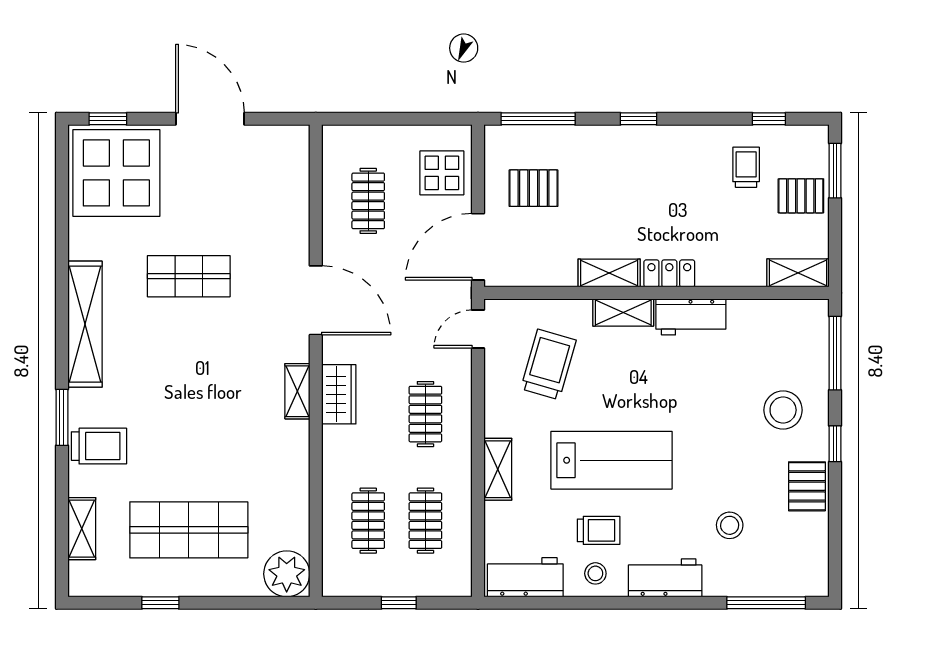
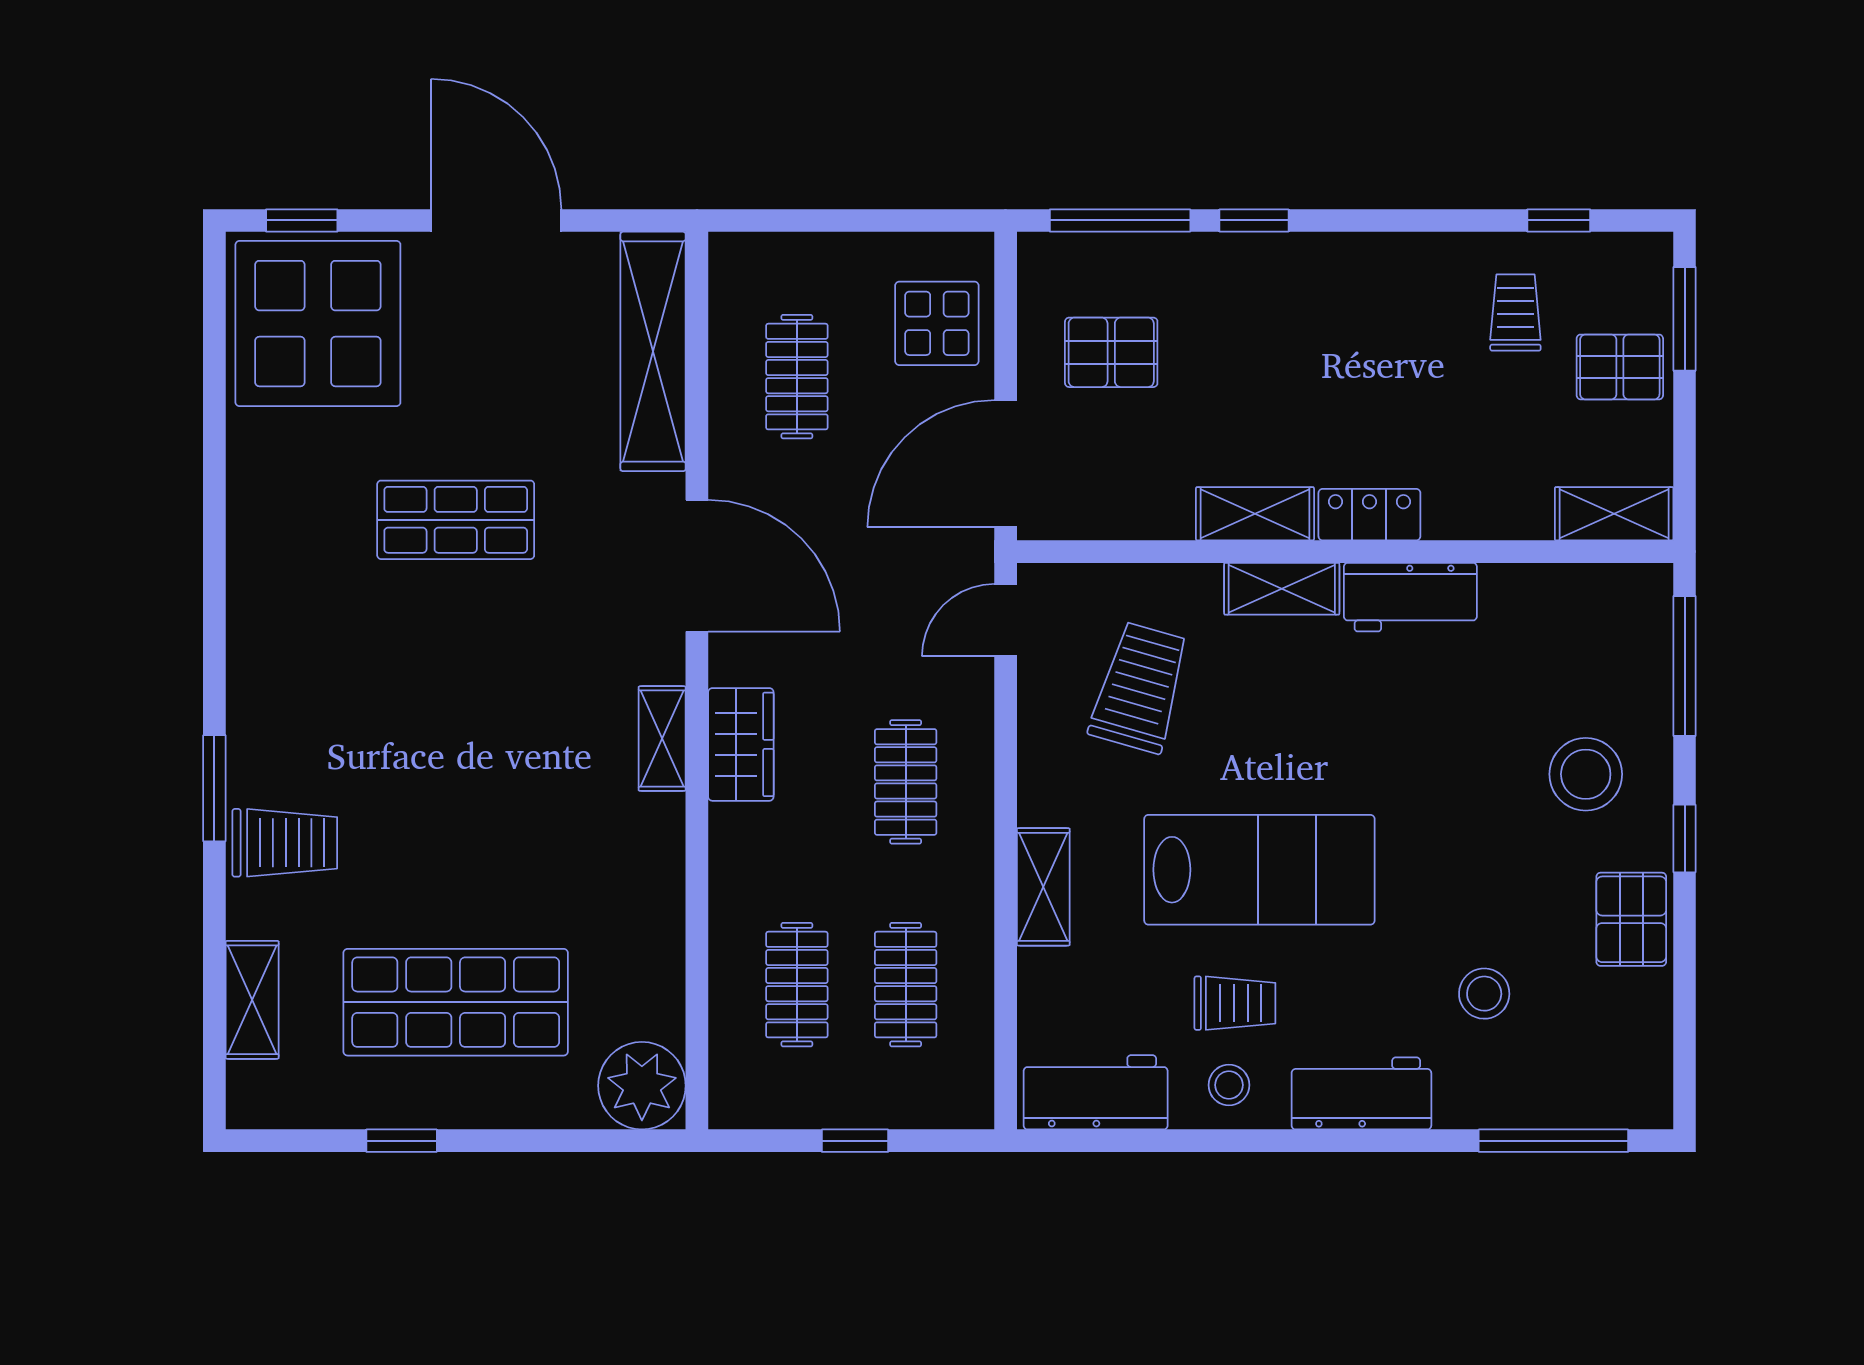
window: (639, 119) -> (1254, 220), moved
shelving: (85, 324) -> (653, 351), moved

